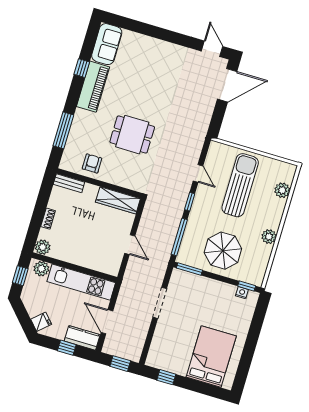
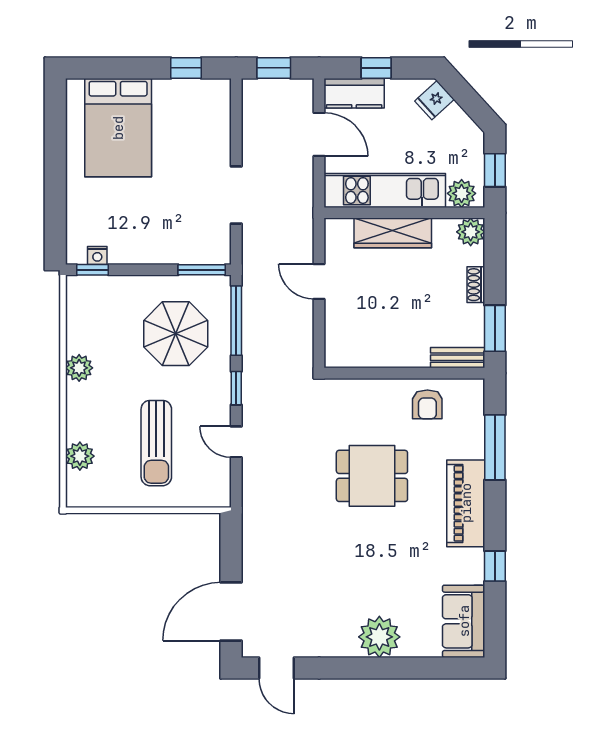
plant: (153, 49) -> (379, 637), added
piano: (93, 87) -> (466, 503), moved
sun lounger: (240, 185) -> (156, 443), width x0.73, depth x0.75
window: (45, 193) -> (495, 328), added
wardrobe: (118, 200) -> (393, 233), moved, turned 180
parasol: (223, 251) -> (176, 334), moved

